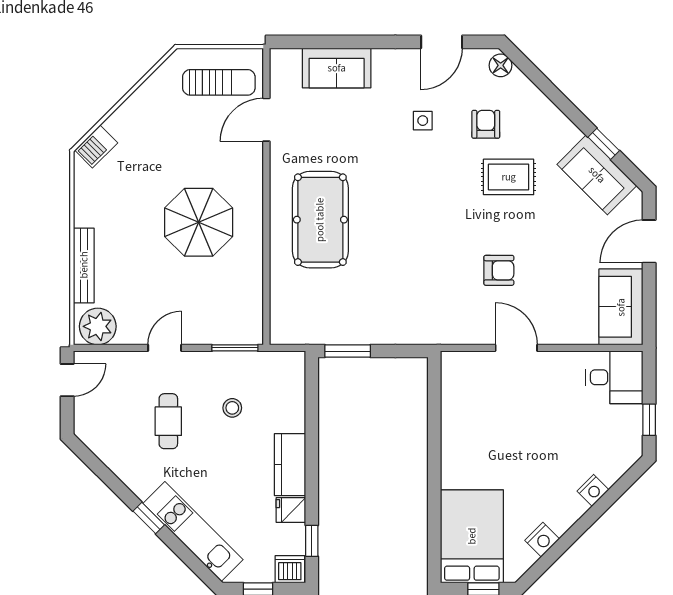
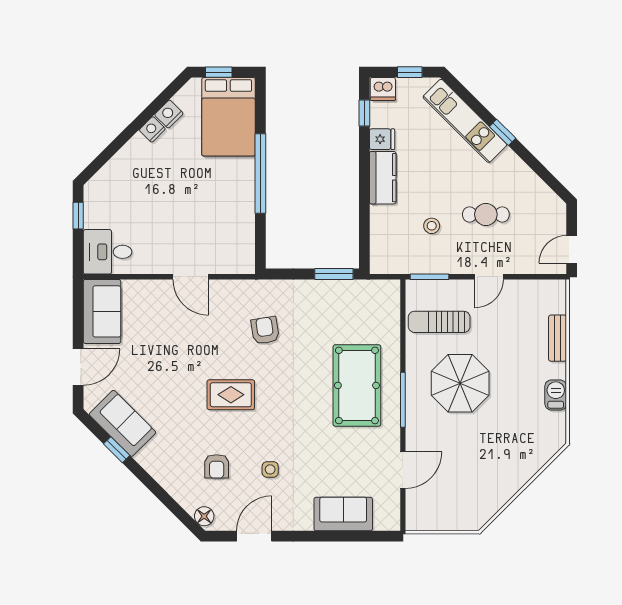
sun lounger: (219, 82) -> (439, 322), moved
barbecue: (96, 147) -> (556, 395), moved, turned -45
rug: (509, 177) -> (231, 395), moved
window: (266, 203) -> (403, 400), added
bench: (84, 265) -> (558, 338), width x0.73
armchair: (499, 270) -> (265, 330), moved, turned 81
plant: (98, 326) -> (546, 295), removed
cafe table: (168, 421) -> (486, 214), turned 90
window: (434, 470) -> (260, 174), added
nightstand: (593, 490) -> (152, 129), moved

